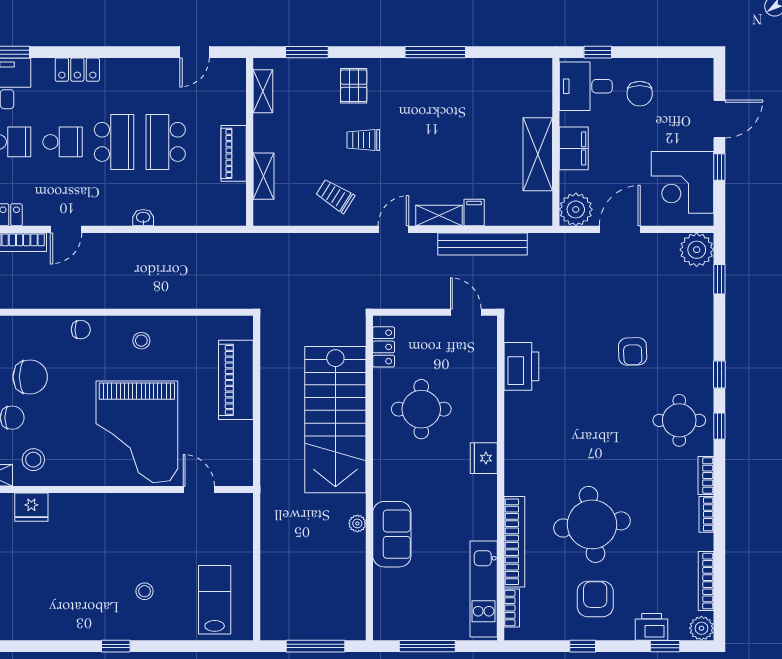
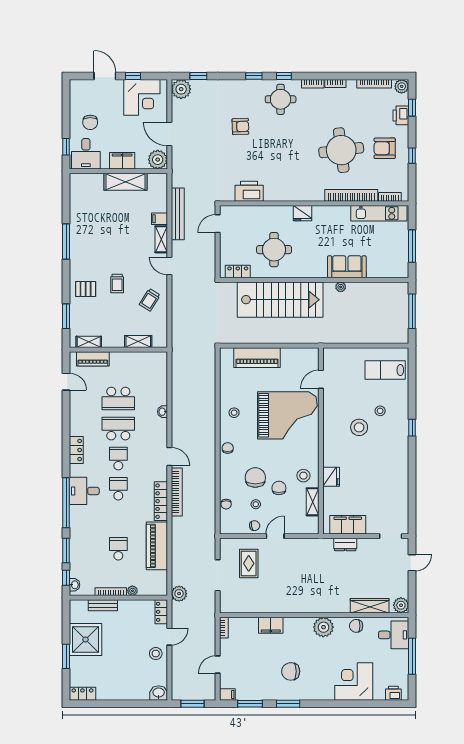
chair: (640, 94) -> (90, 122), turned 90
piano: (234, 153) -> (93, 359), moved
stool: (116, 555) -> (359, 427), added

